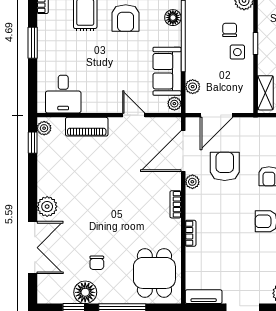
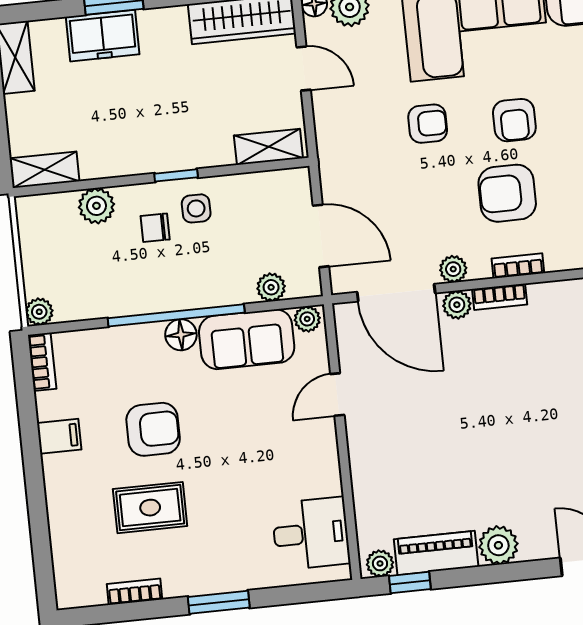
floor lamp: (173, 18) -> (181, 335), moved
piano: (87, 127) -> (436, 553), moved, turned -90
armchair: (225, 166) -> (507, 193), moved
plant: (174, 182) -> (457, 305), added
plant: (47, 207) -> (498, 545), moved
bookcase: (191, 233) -> (518, 266), moved

